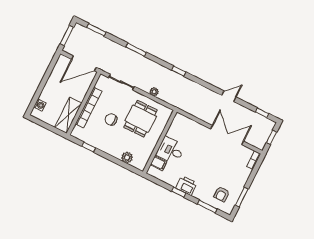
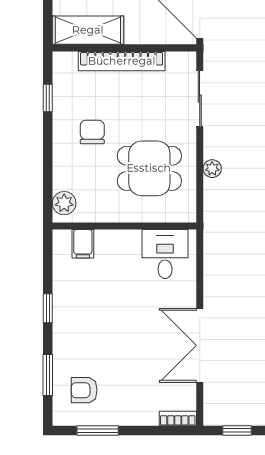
chair: (111, 119) -> (92, 132), moved
double door: (227, 135) -> (200, 345), swing flipped
desk: (171, 150) -> (165, 254), moved
plant: (127, 158) -> (64, 203), moved
printer: (186, 186) -> (67, 317), removed

